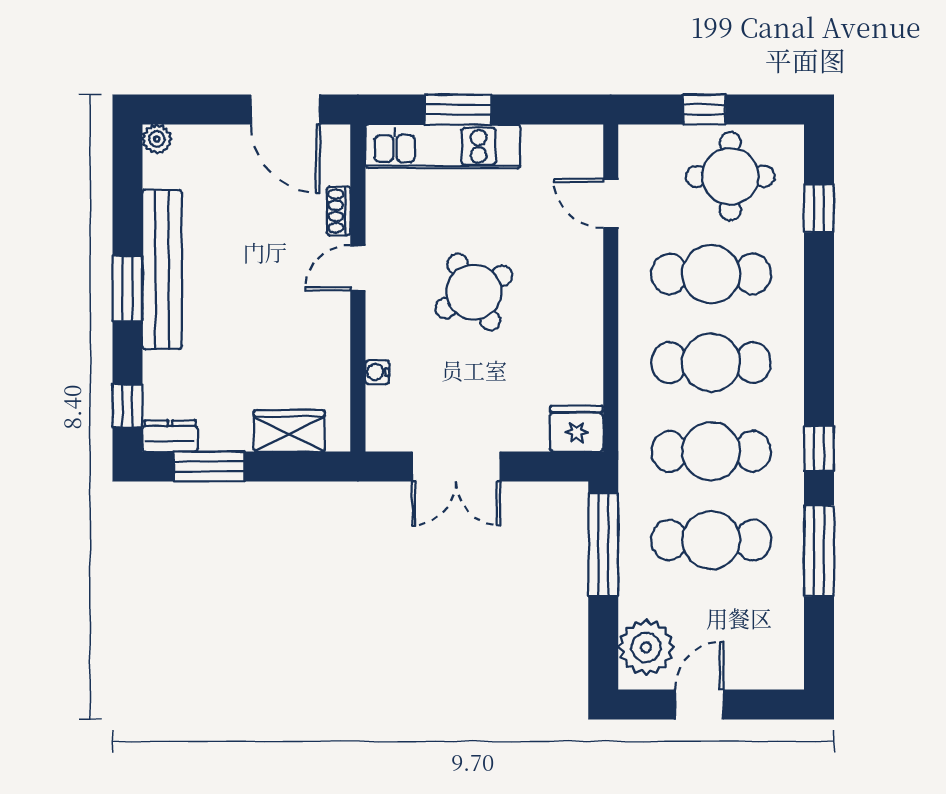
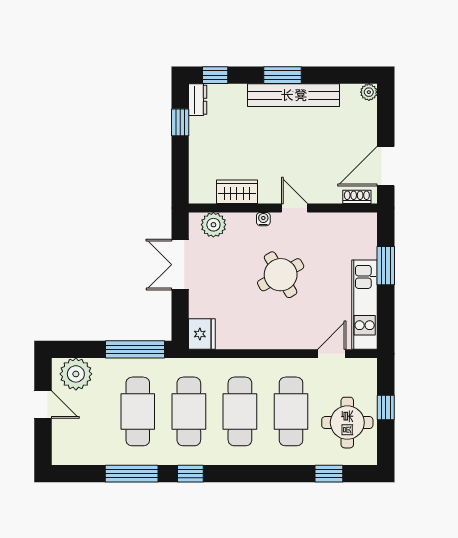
kitchen unit: (443, 146) -> (365, 305), moved
shoe rack: (339, 211) -> (357, 197), moved
water cooler: (377, 372) -> (263, 219), moved
plant: (387, 409) -> (213, 225), added
wardrobe: (289, 431) -> (237, 192), moved, turned -90
window: (209, 466) -> (180, 122), width x0.67

